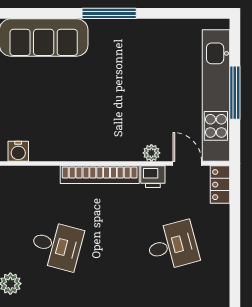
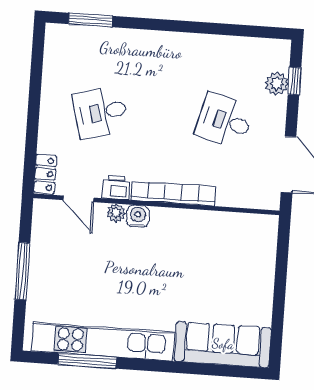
window: (109, 13) -> (87, 361), moved
kitchen unit: (216, 96) -> (103, 342), moved, turned -90
water cooler: (18, 151) -> (138, 216), moved

